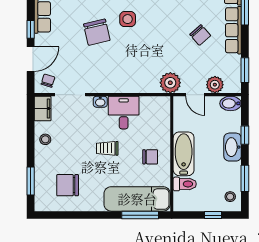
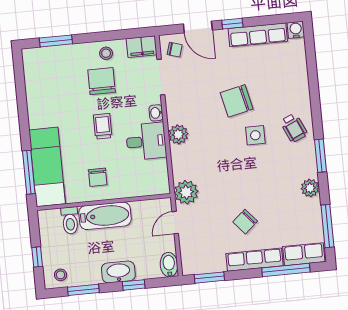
plant: (215, 85) -> (178, 134), moved
chair: (68, 185) -> (102, 81), moved

